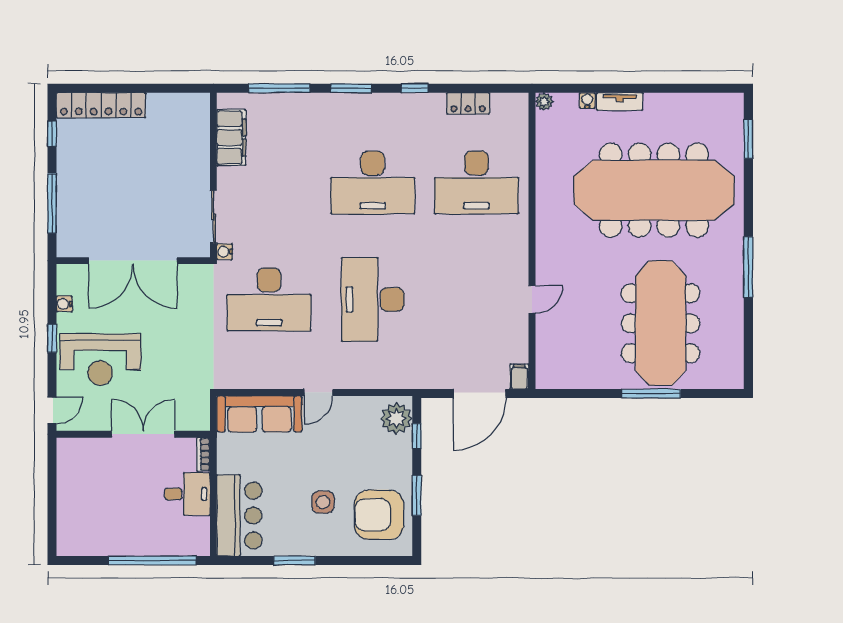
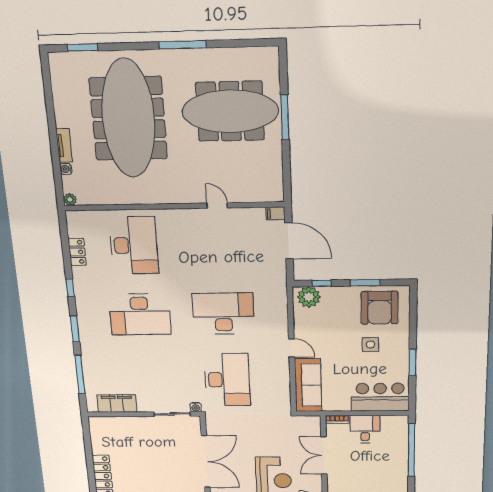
desk: (373, 182) -> (140, 314), turned 90
desk: (373, 299) -> (223, 314), turned 180

